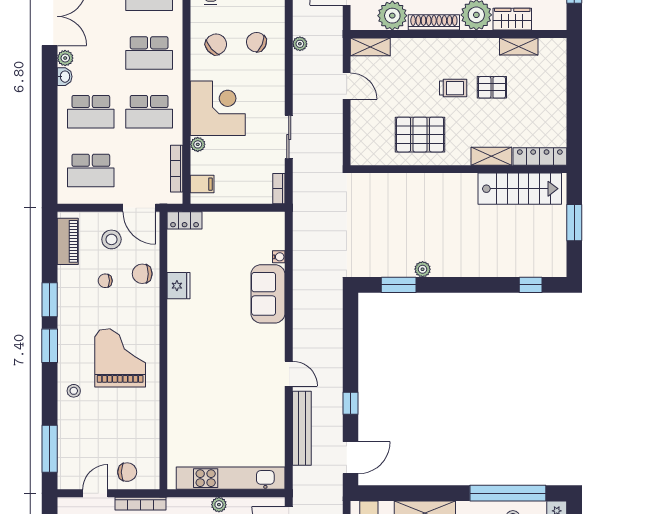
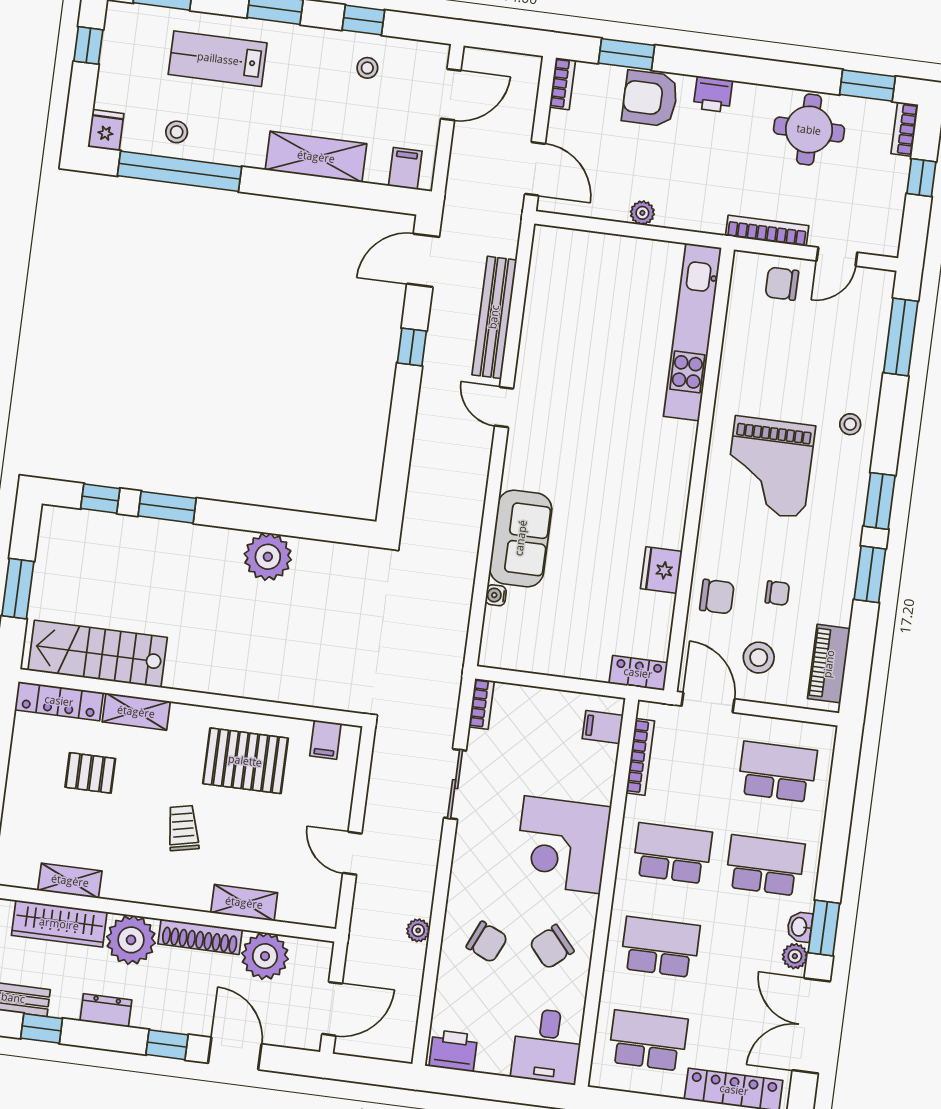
wardrobe: (512, 19) -> (59, 924), width x1.50
shelving: (370, 47) -> (244, 903), moved
window: (50, 78) -> (824, 928), added
pallet: (492, 87) -> (90, 773), moved
trolley: (453, 88) -> (183, 828), turned 78
plant: (198, 144) -> (602, 791), removed
filing cabinet: (372, 154) -> (325, 740), added
plant: (423, 269) -> (268, 557), width x1.88, depth x1.88
window: (399, 285) -> (167, 507), moved
kitchen unit: (231, 478) -> (692, 332), moved, turned 90

